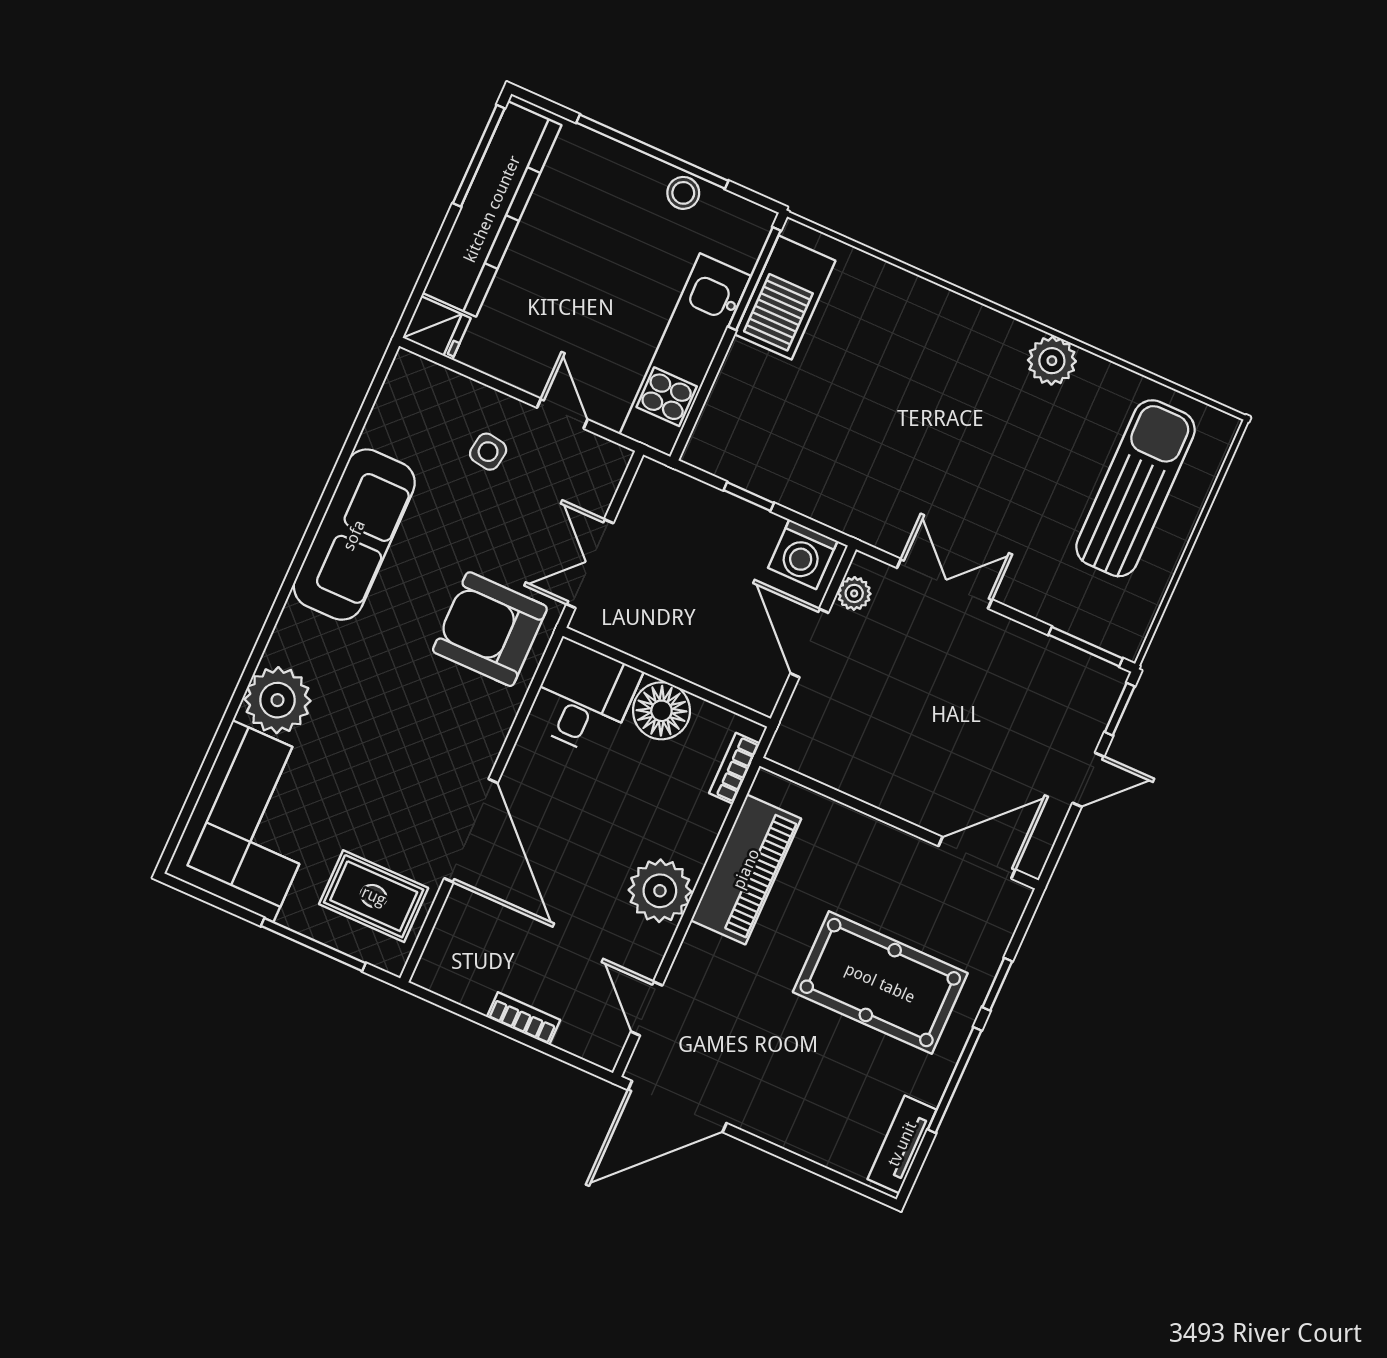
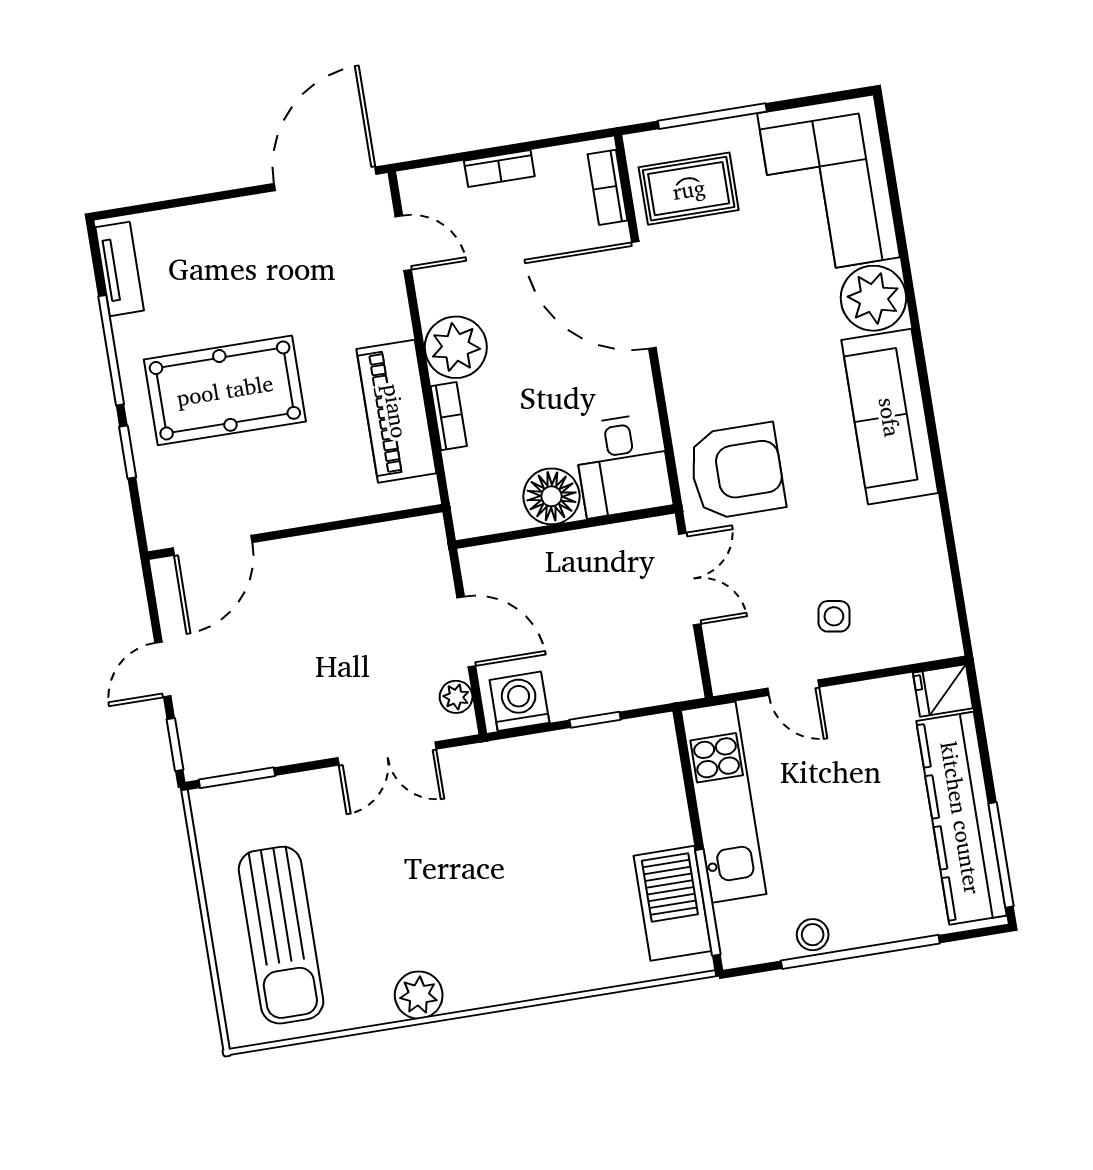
sofa: (354, 535) -> (890, 417), moved
bookcase: (734, 768) -> (449, 416), moved
bookcase: (442, 942) -> (608, 187), added

